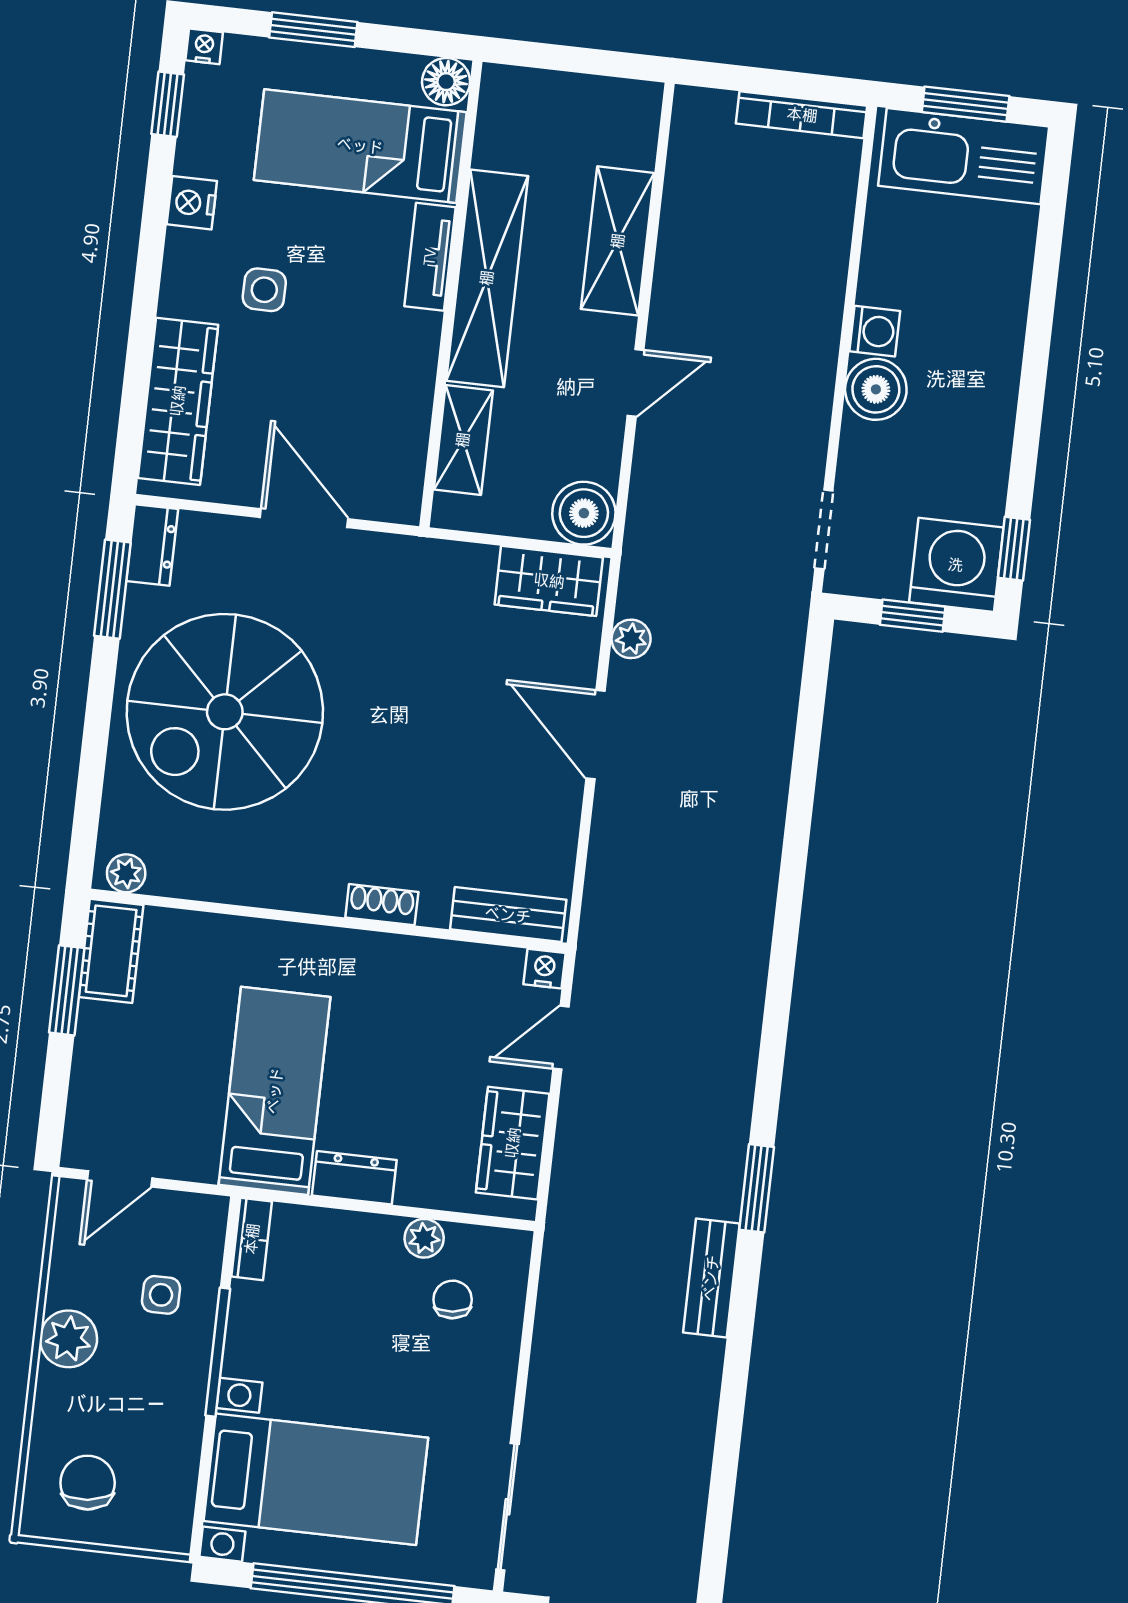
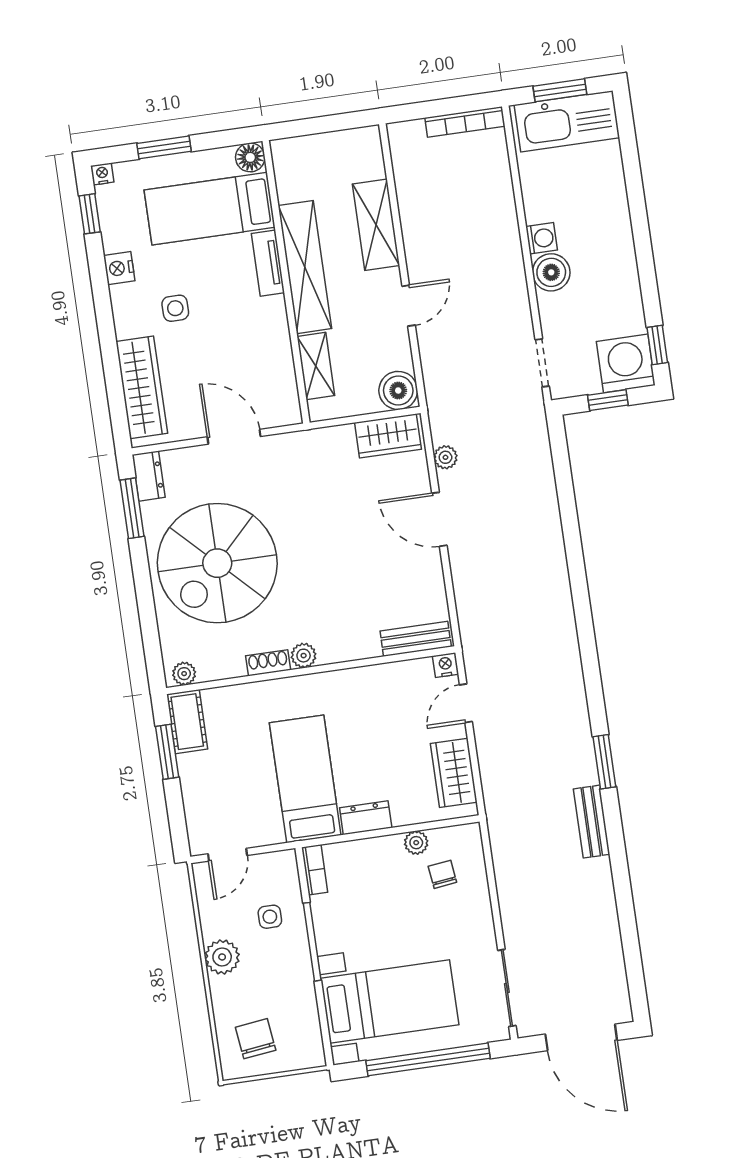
plant: (323, 894) -> (304, 656), added
shoe rack: (382, 905) -> (268, 663), moved

